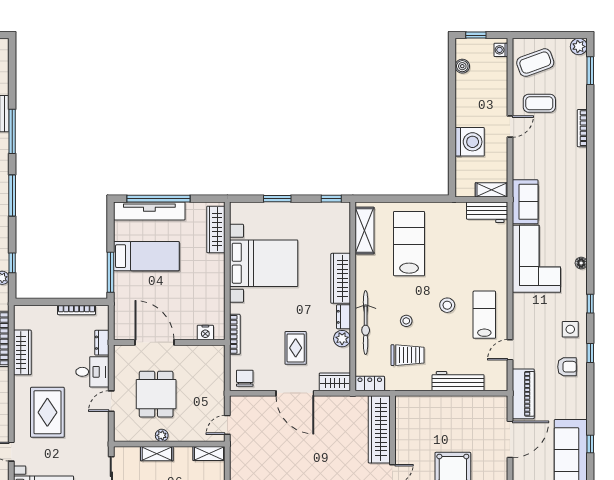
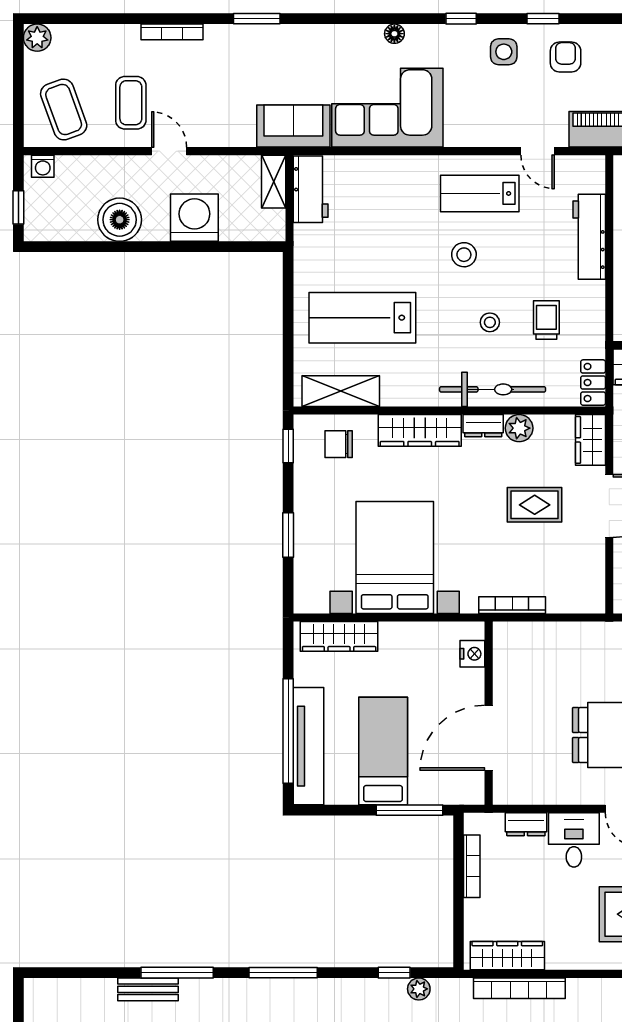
boiler: (462, 66) -> (120, 220), moved, width x1.86, depth x1.86
window: (590, 71) -> (257, 19), moved
nightstand: (205, 333) -> (472, 654), moved
door: (154, 342) -> (489, 738), moved
wall: (169, 342) -> (489, 713), moved
wardrobe: (22, 352) -> (507, 956), moved
trolley: (408, 355) -> (546, 320), width x0.73, depth x0.72
chair: (245, 378) -> (339, 444), moved

